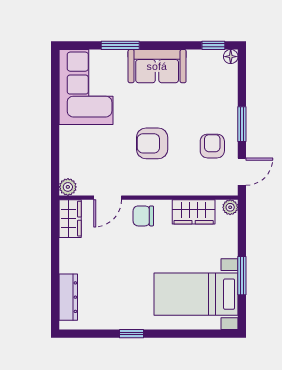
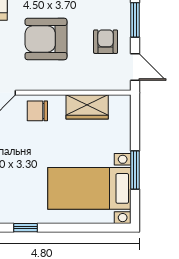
armchair: (152, 143) -> (46, 39), width x1.36, depth x1.36
door: (242, 172) -> (135, 67), hinge flipped
plant: (230, 207) -> (123, 102), removed

